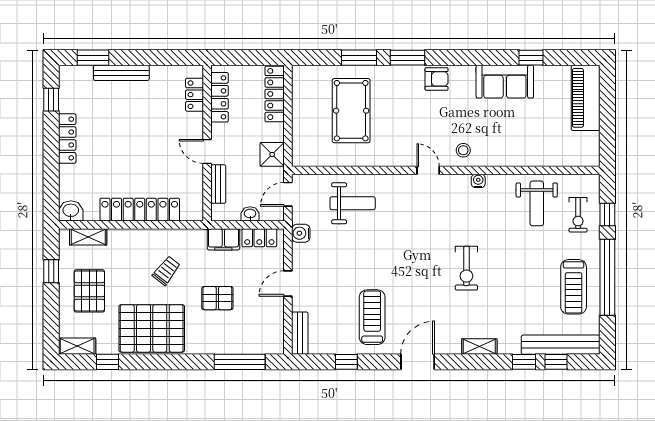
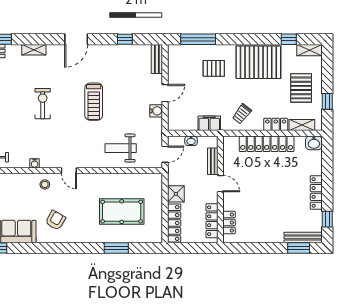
window: (408, 58) -> (83, 248), removed
bench: (121, 73) -> (303, 237), moved
armchair: (437, 79) -> (55, 220), moved, turned 119
pool table: (351, 111) -> (122, 212), turned 90
shower: (272, 154) -> (176, 194), moved
water cooler: (301, 233) -> (156, 111), moved
locker: (259, 238) -> (276, 124), moved
trolley: (166, 271) -> (242, 114), moved
pallet: (217, 298) -> (214, 68), moved
treadmill: (372, 317) -> (94, 102), moved

